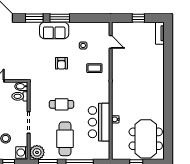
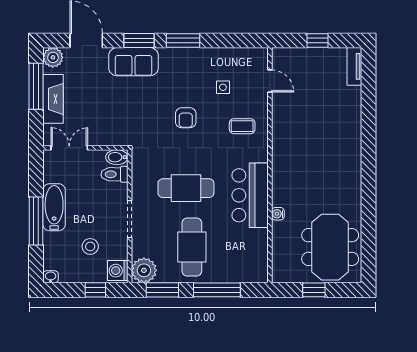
sofa: (54, 31) -> (133, 62), moved
cafe table: (62, 104) -> (186, 188), width x1.37, depth x1.35
bar counter: (99, 122) -> (250, 195), moved

